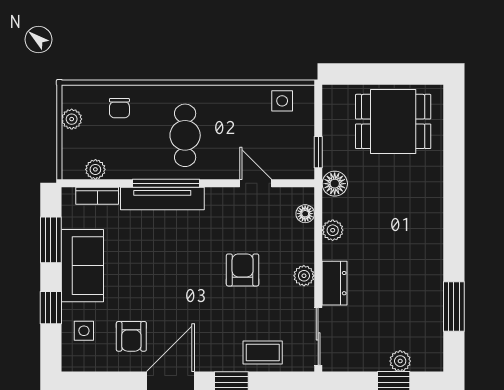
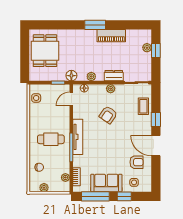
door: (256, 183) -> (71, 99), moved
tv unit: (162, 199) -> (78, 137), moved
window: (51, 240) -> (95, 196), width x1.44
armchair: (243, 270) -> (108, 115), turned -55
piano: (429, 277) -> (111, 36), added
window: (454, 306) -> (95, 25), moved

